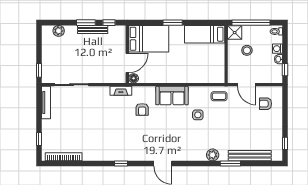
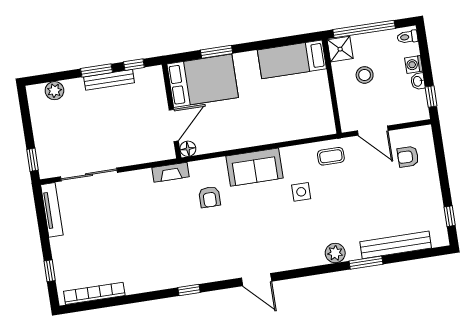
window: (173, 23) -> (217, 52), moved

